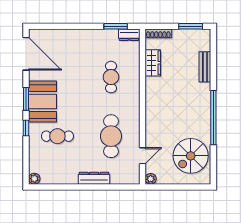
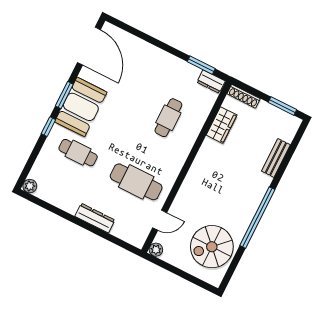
cafe table: (111, 136) -> (136, 182), turned 90

